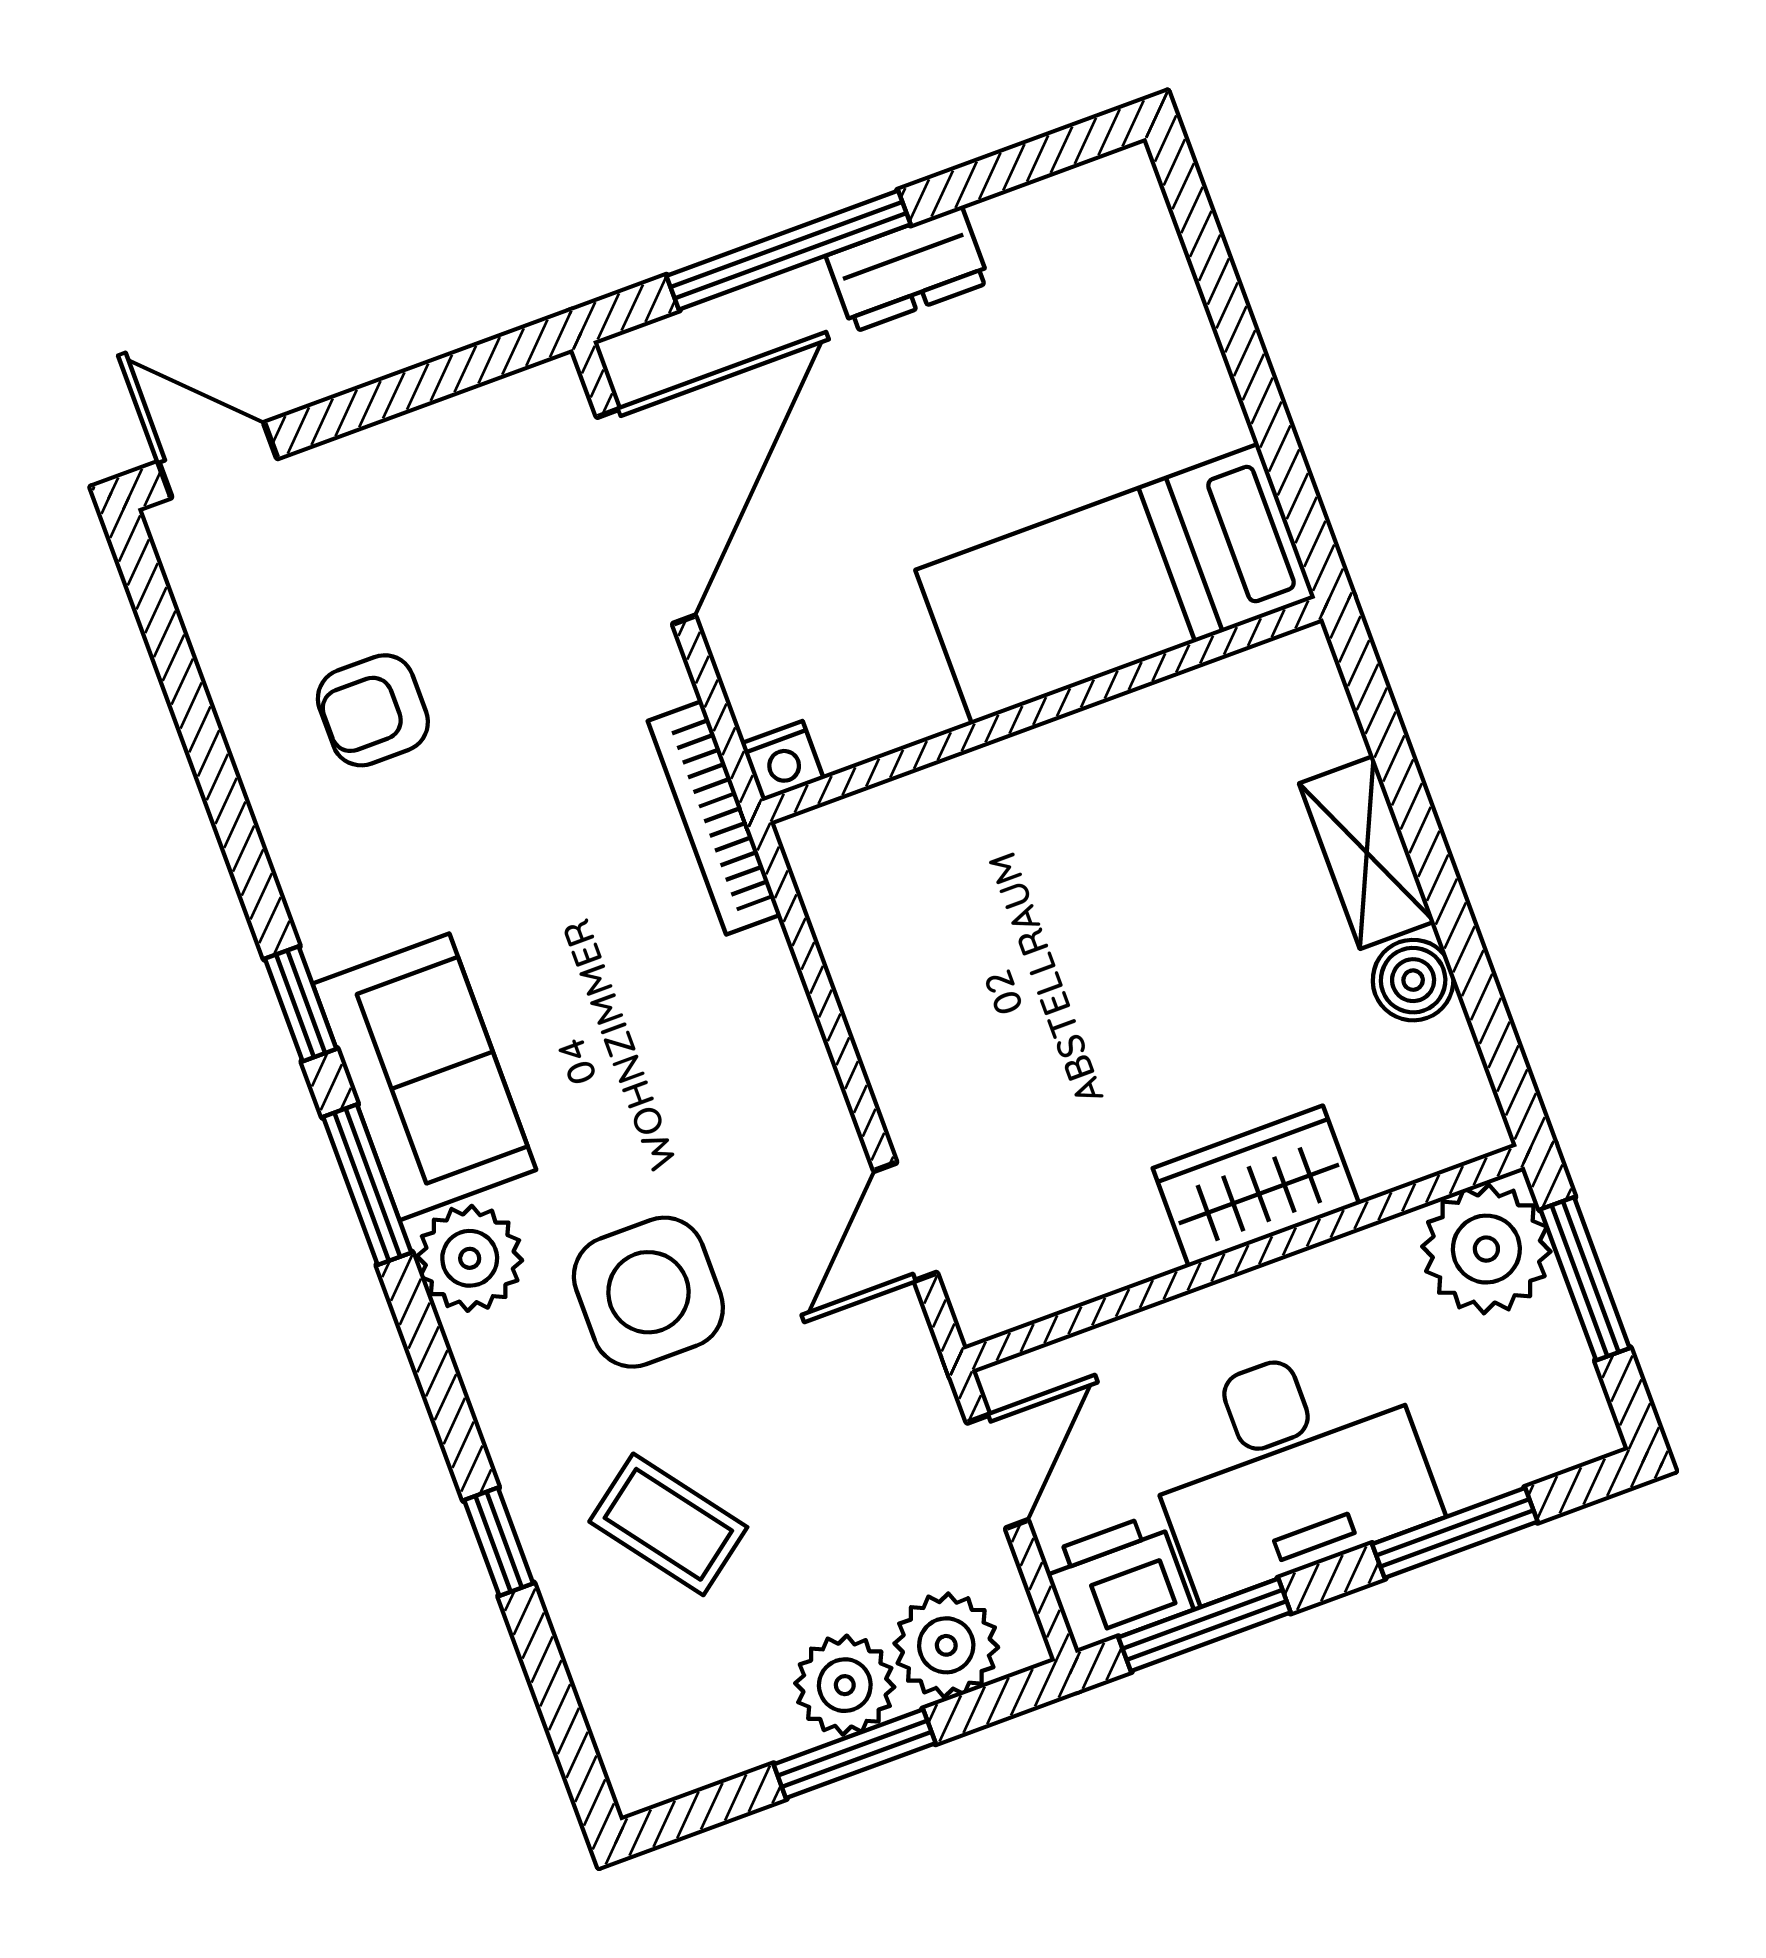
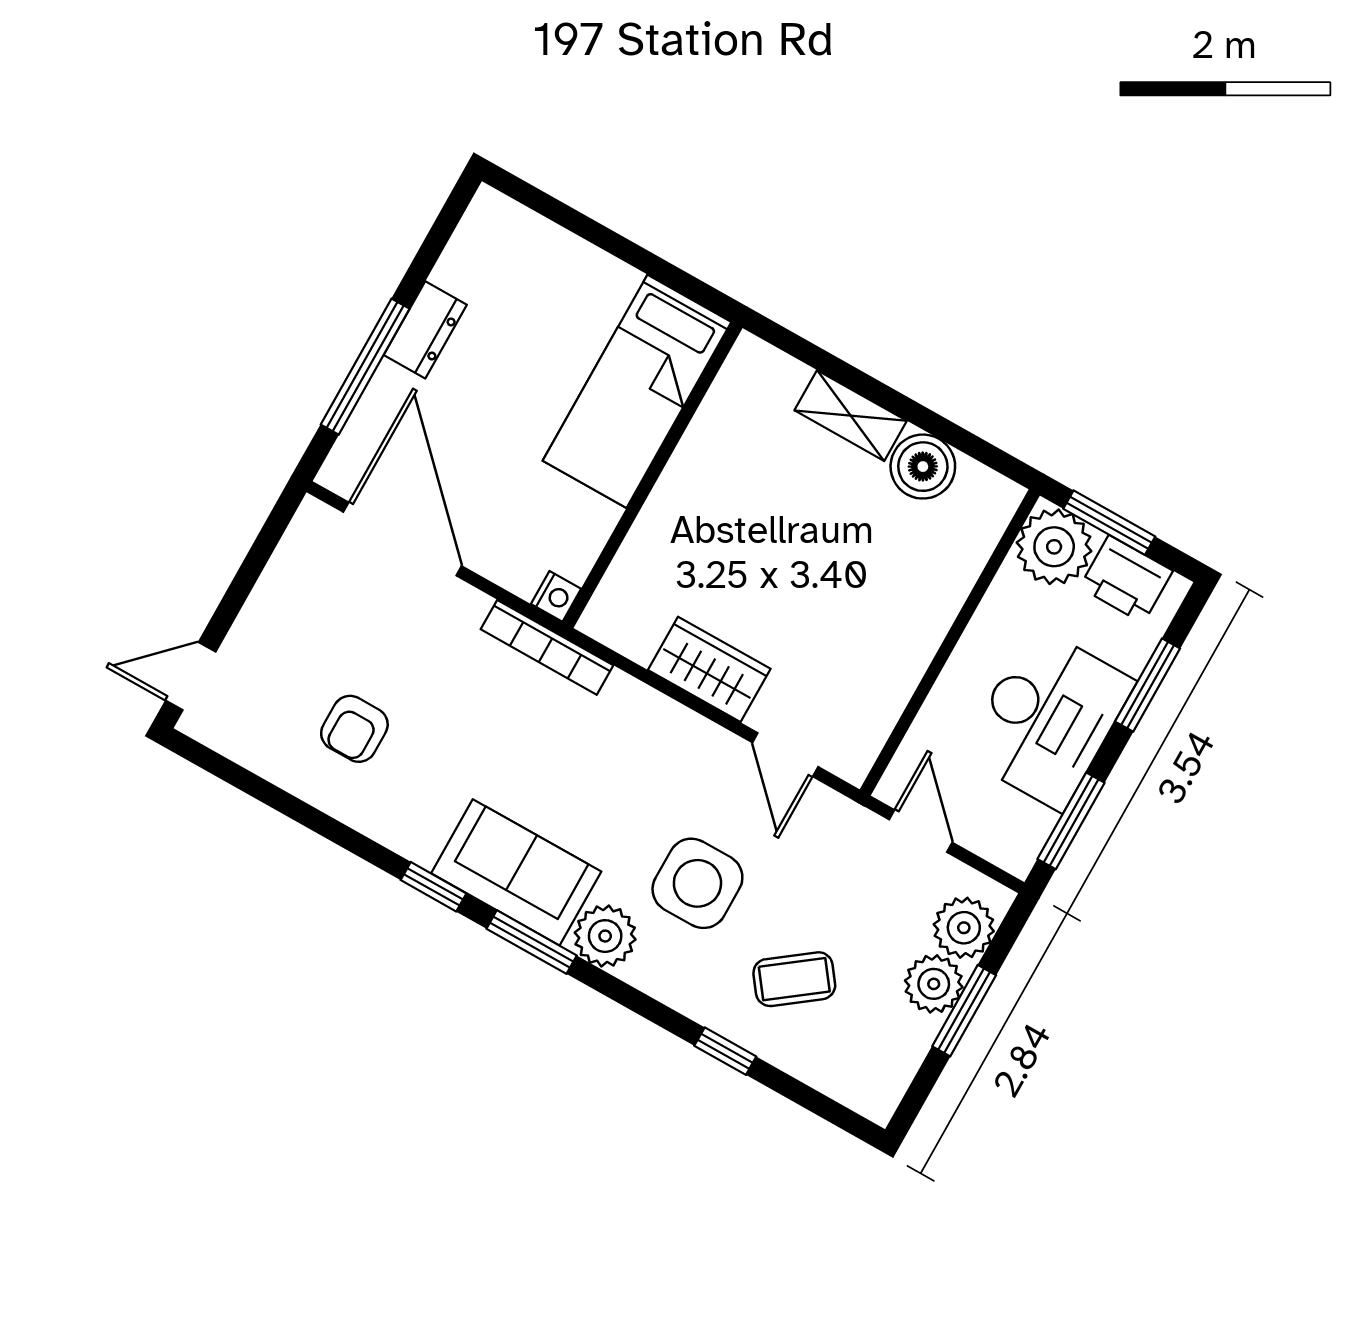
boiler: (1413, 980) -> (923, 467), width x1.36, depth x1.36
wardrobe: (1256, 1186) -> (709, 669), moved, turned 90
printer: (1117, 1583) -> (1126, 579), moved, turned -90

